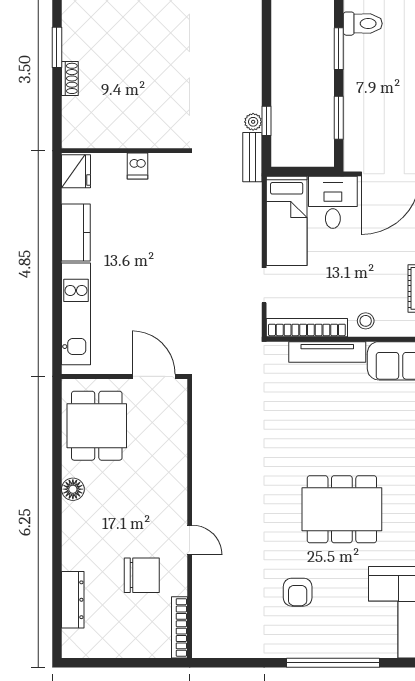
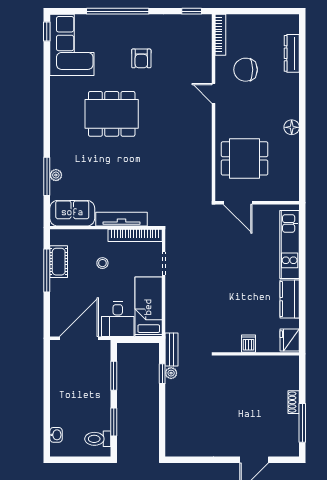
window: (57, 47) -> (302, 423), width x1.44
stool: (366, 321) -> (102, 263), moved
dining table: (97, 426) -> (245, 158), moved, turned 90
armchair: (298, 592) -> (141, 58), turned 180
window: (222, 663) -> (192, 11), added

